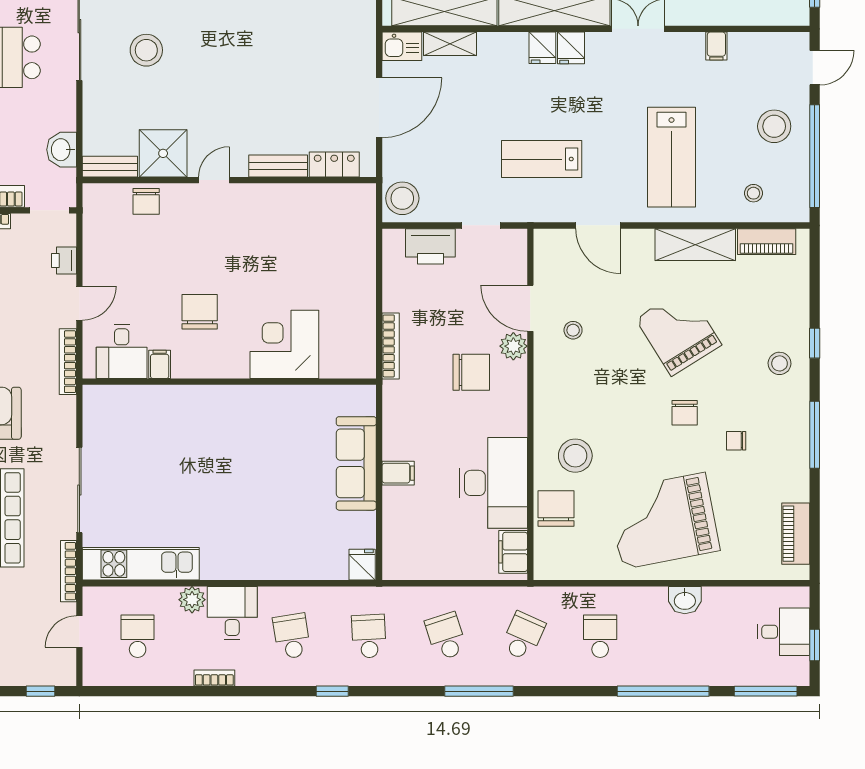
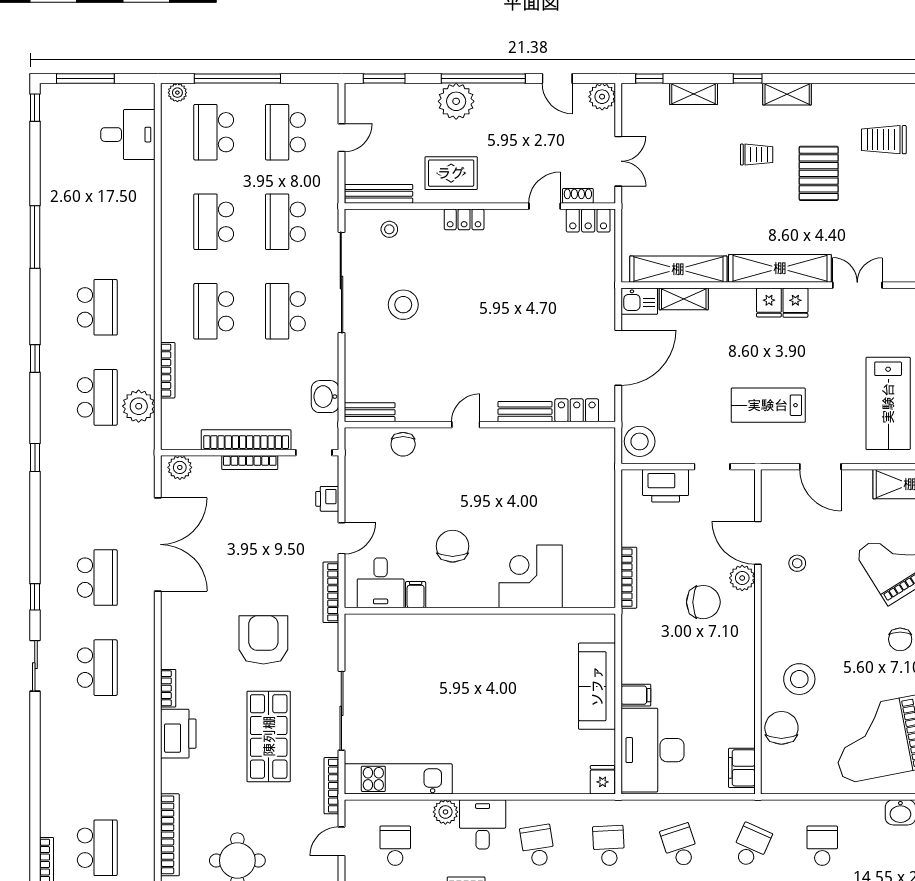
shower: (163, 153) -> (419, 400), removed
desk: (493, 483) -> (652, 750), moved, turned 180

